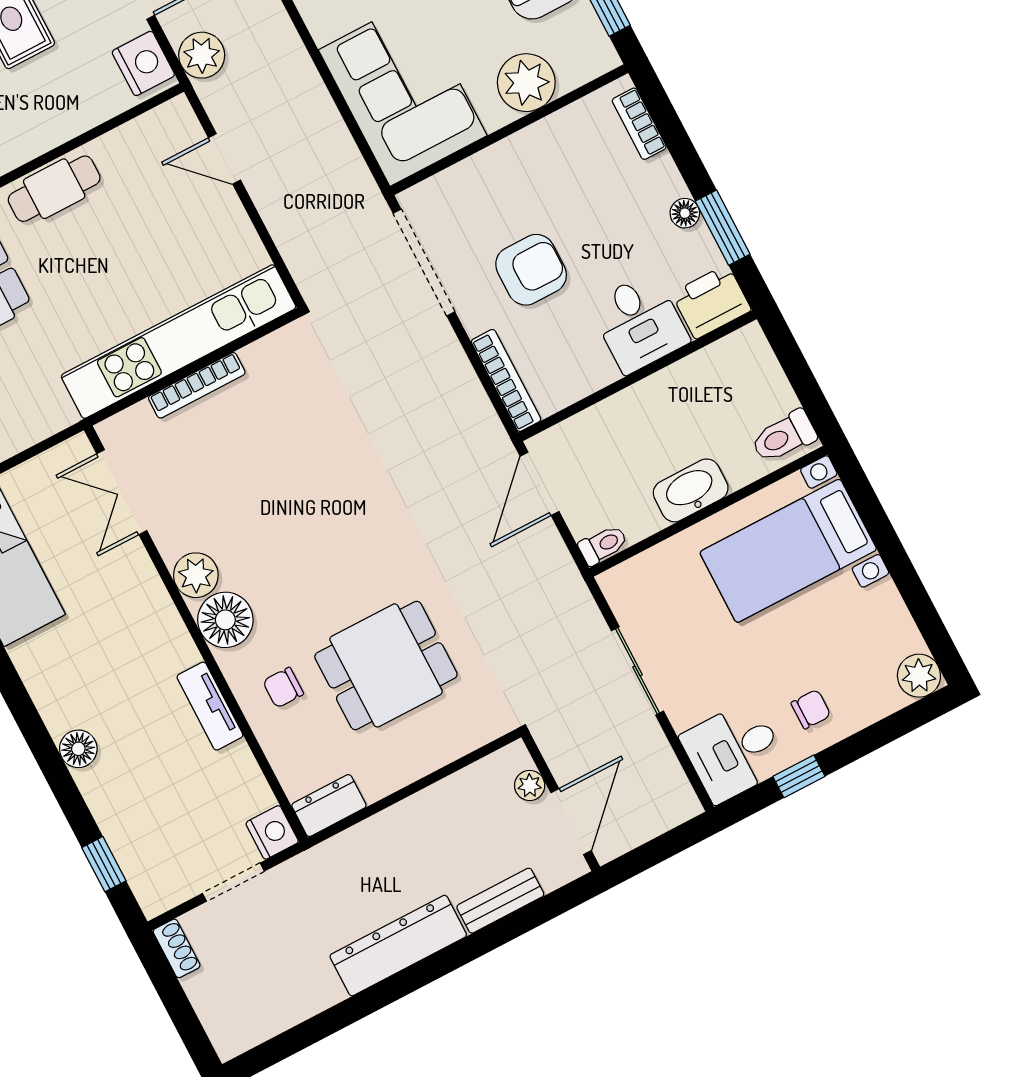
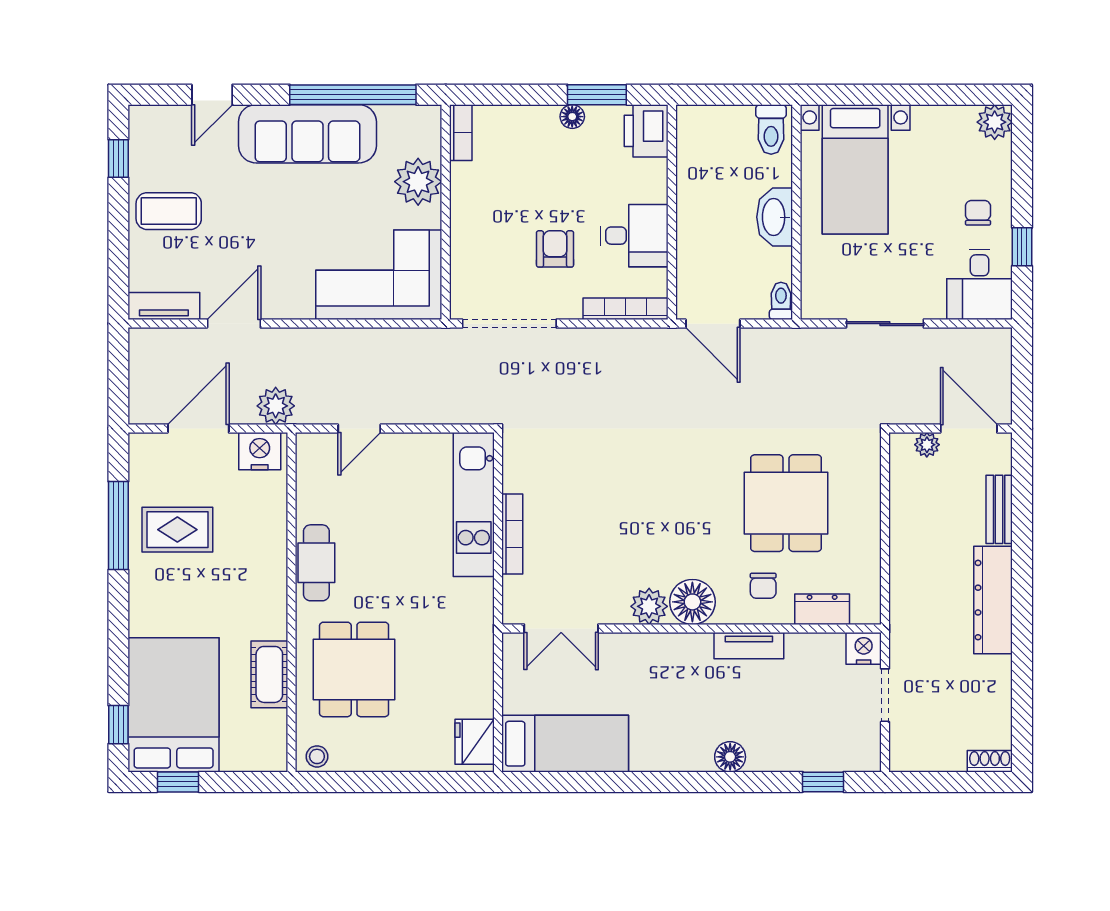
bookcase: (639, 124) -> (461, 133), moved, turned -90
armchair: (531, 270) -> (555, 249), width x0.72, depth x0.72
desk: (639, 323) -> (634, 236), moved
kitchen unit: (179, 342) -> (474, 504), width x0.73
dresser: (329, 806) -> (822, 609), moved, turned 90
shoe rack: (177, 948) -> (990, 761), moved

